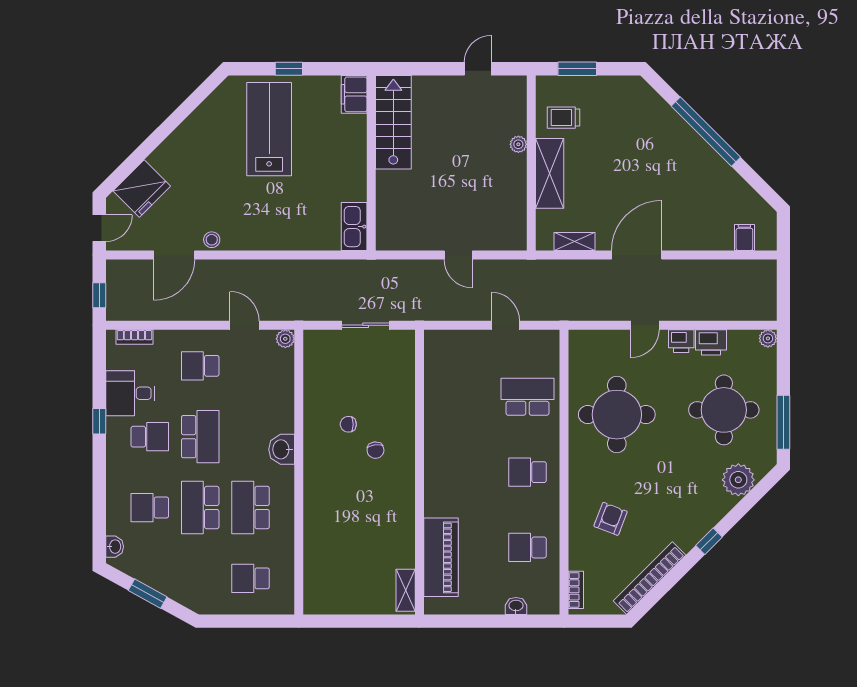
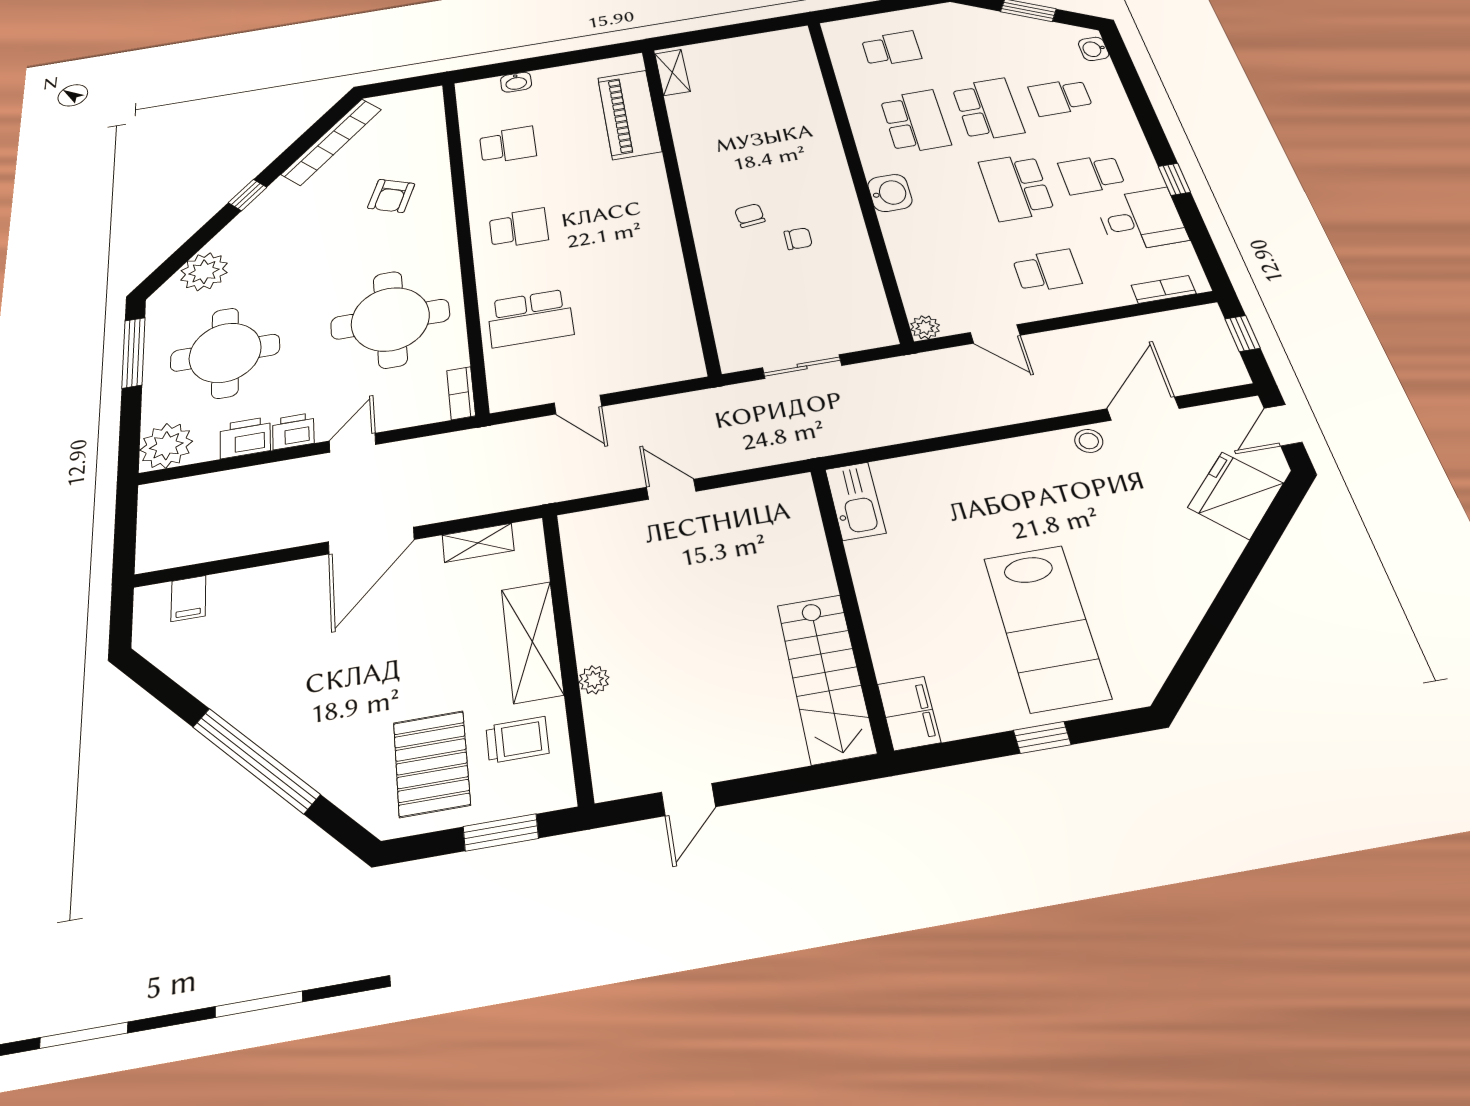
pallet: (611, 113) -> (432, 764), added
plant: (768, 338) -> (166, 446), width x1.88, depth x1.88
school desk: (150, 508) -> (1060, 97), turned 180
bookcase: (576, 590) -> (461, 393), moved

